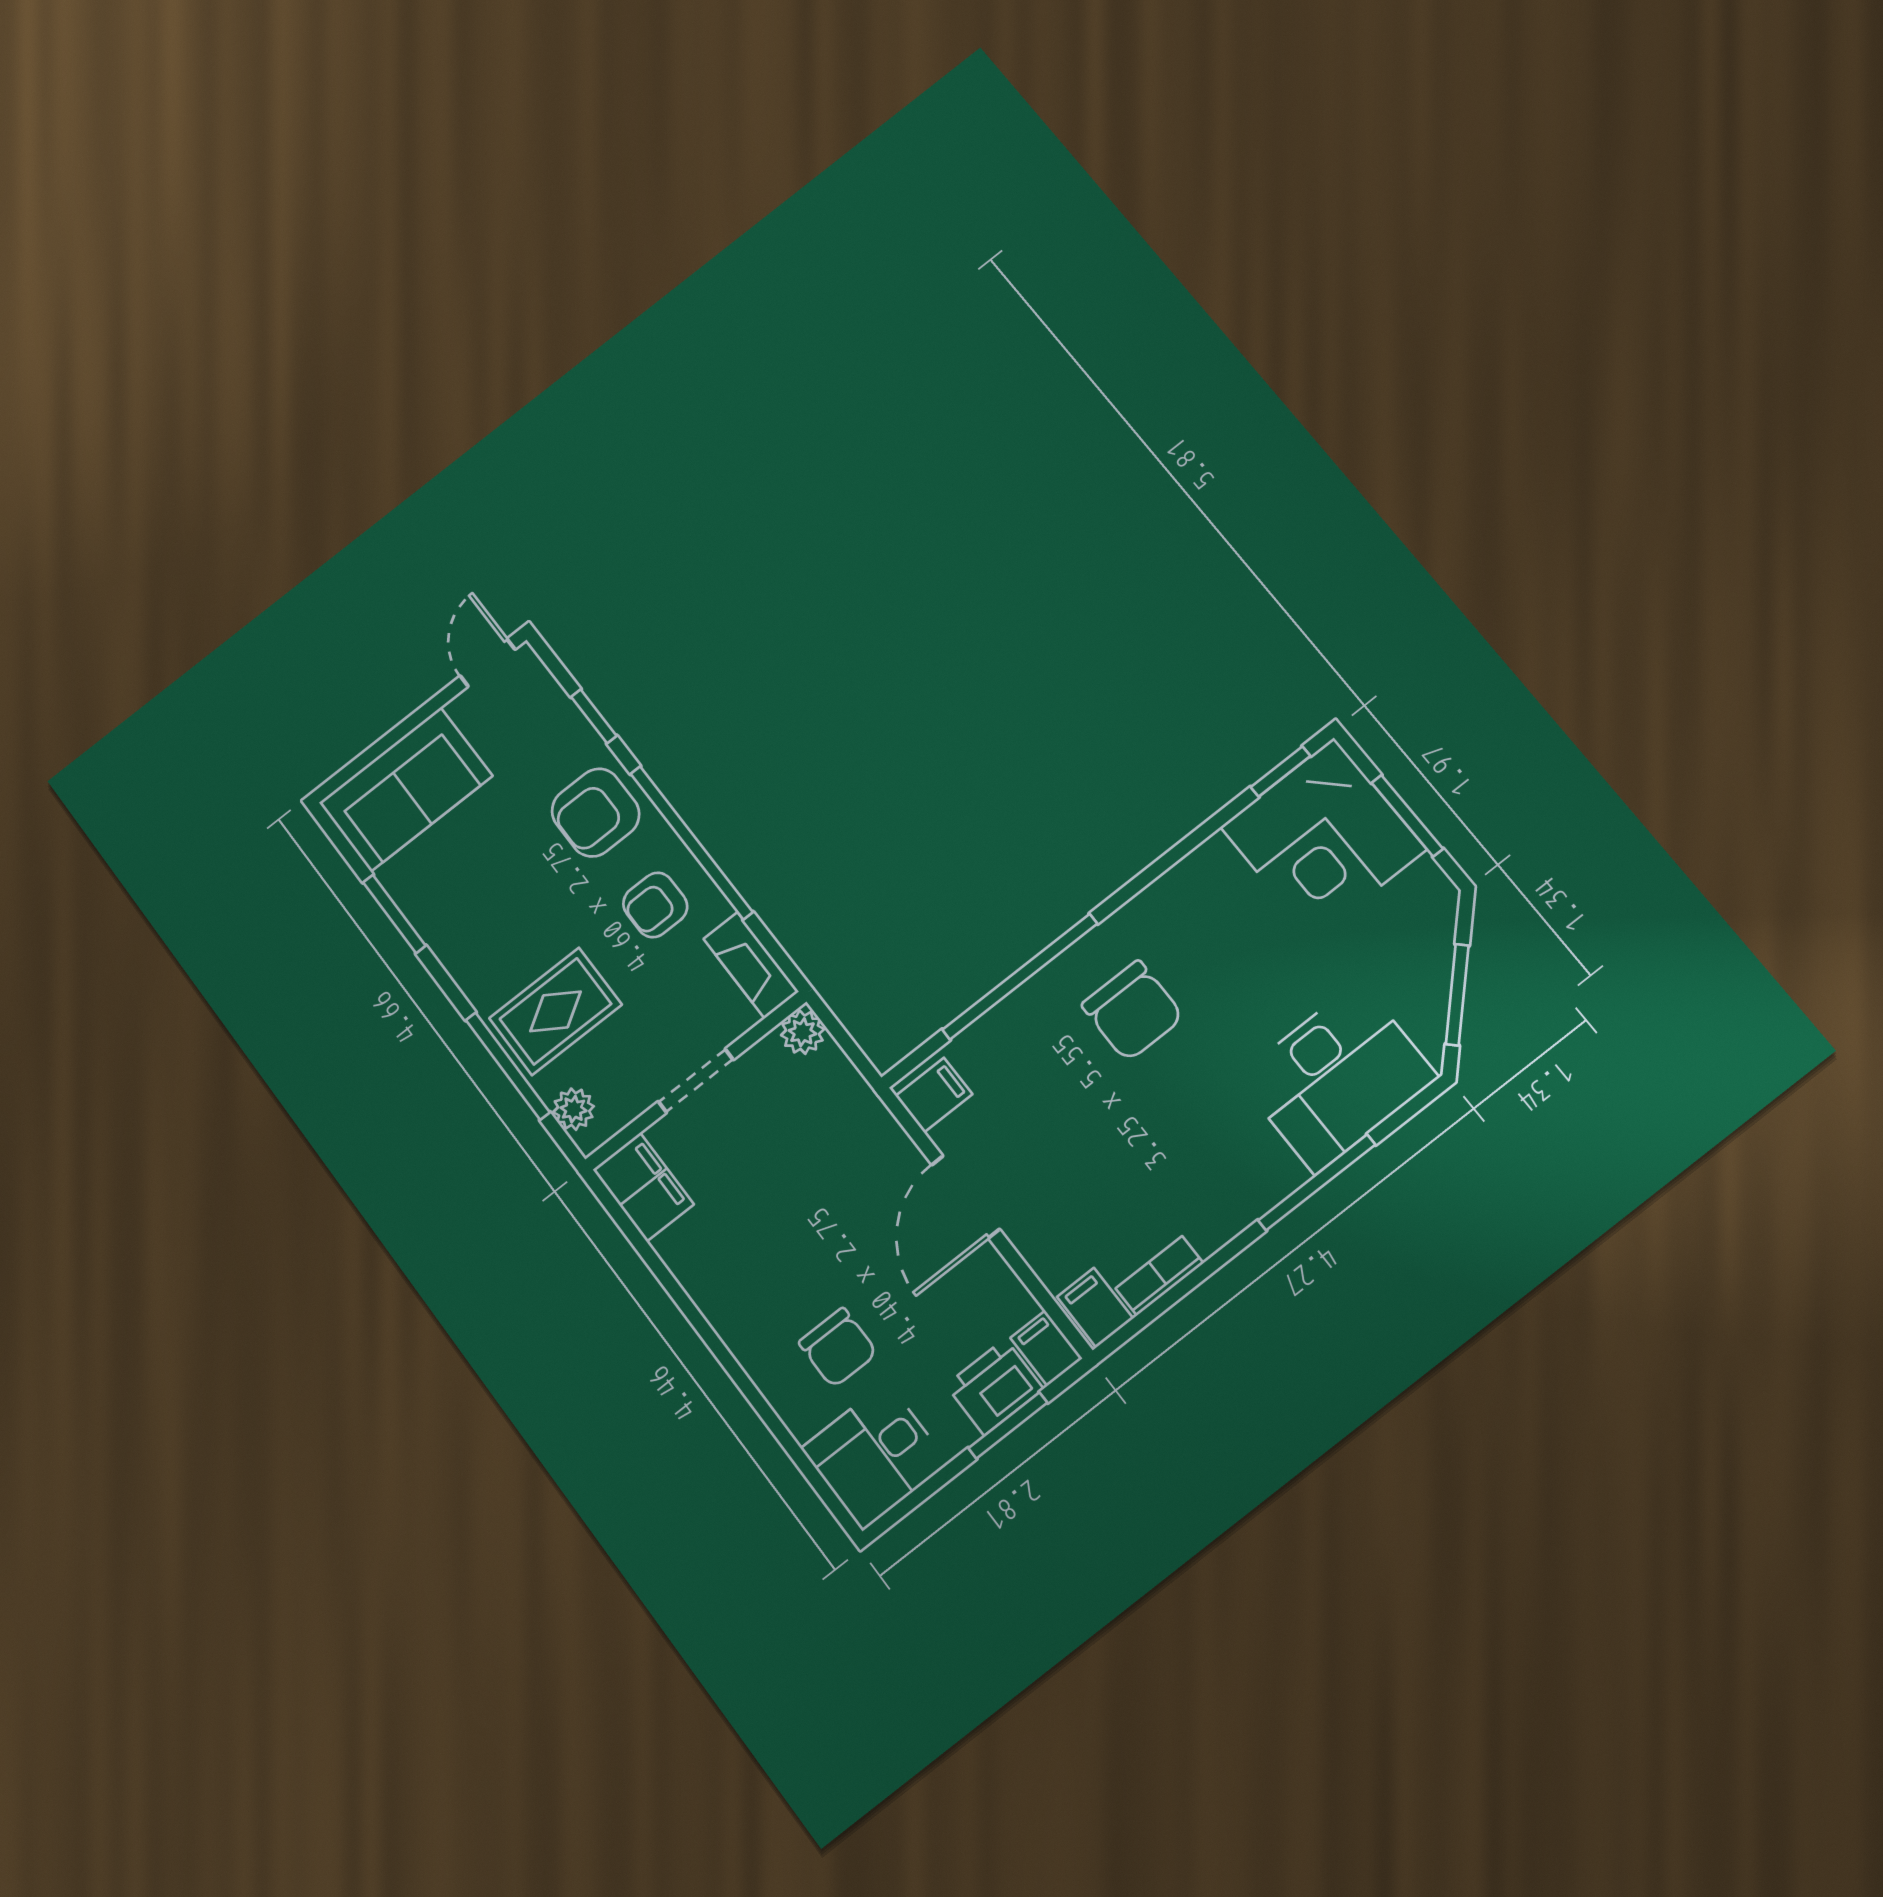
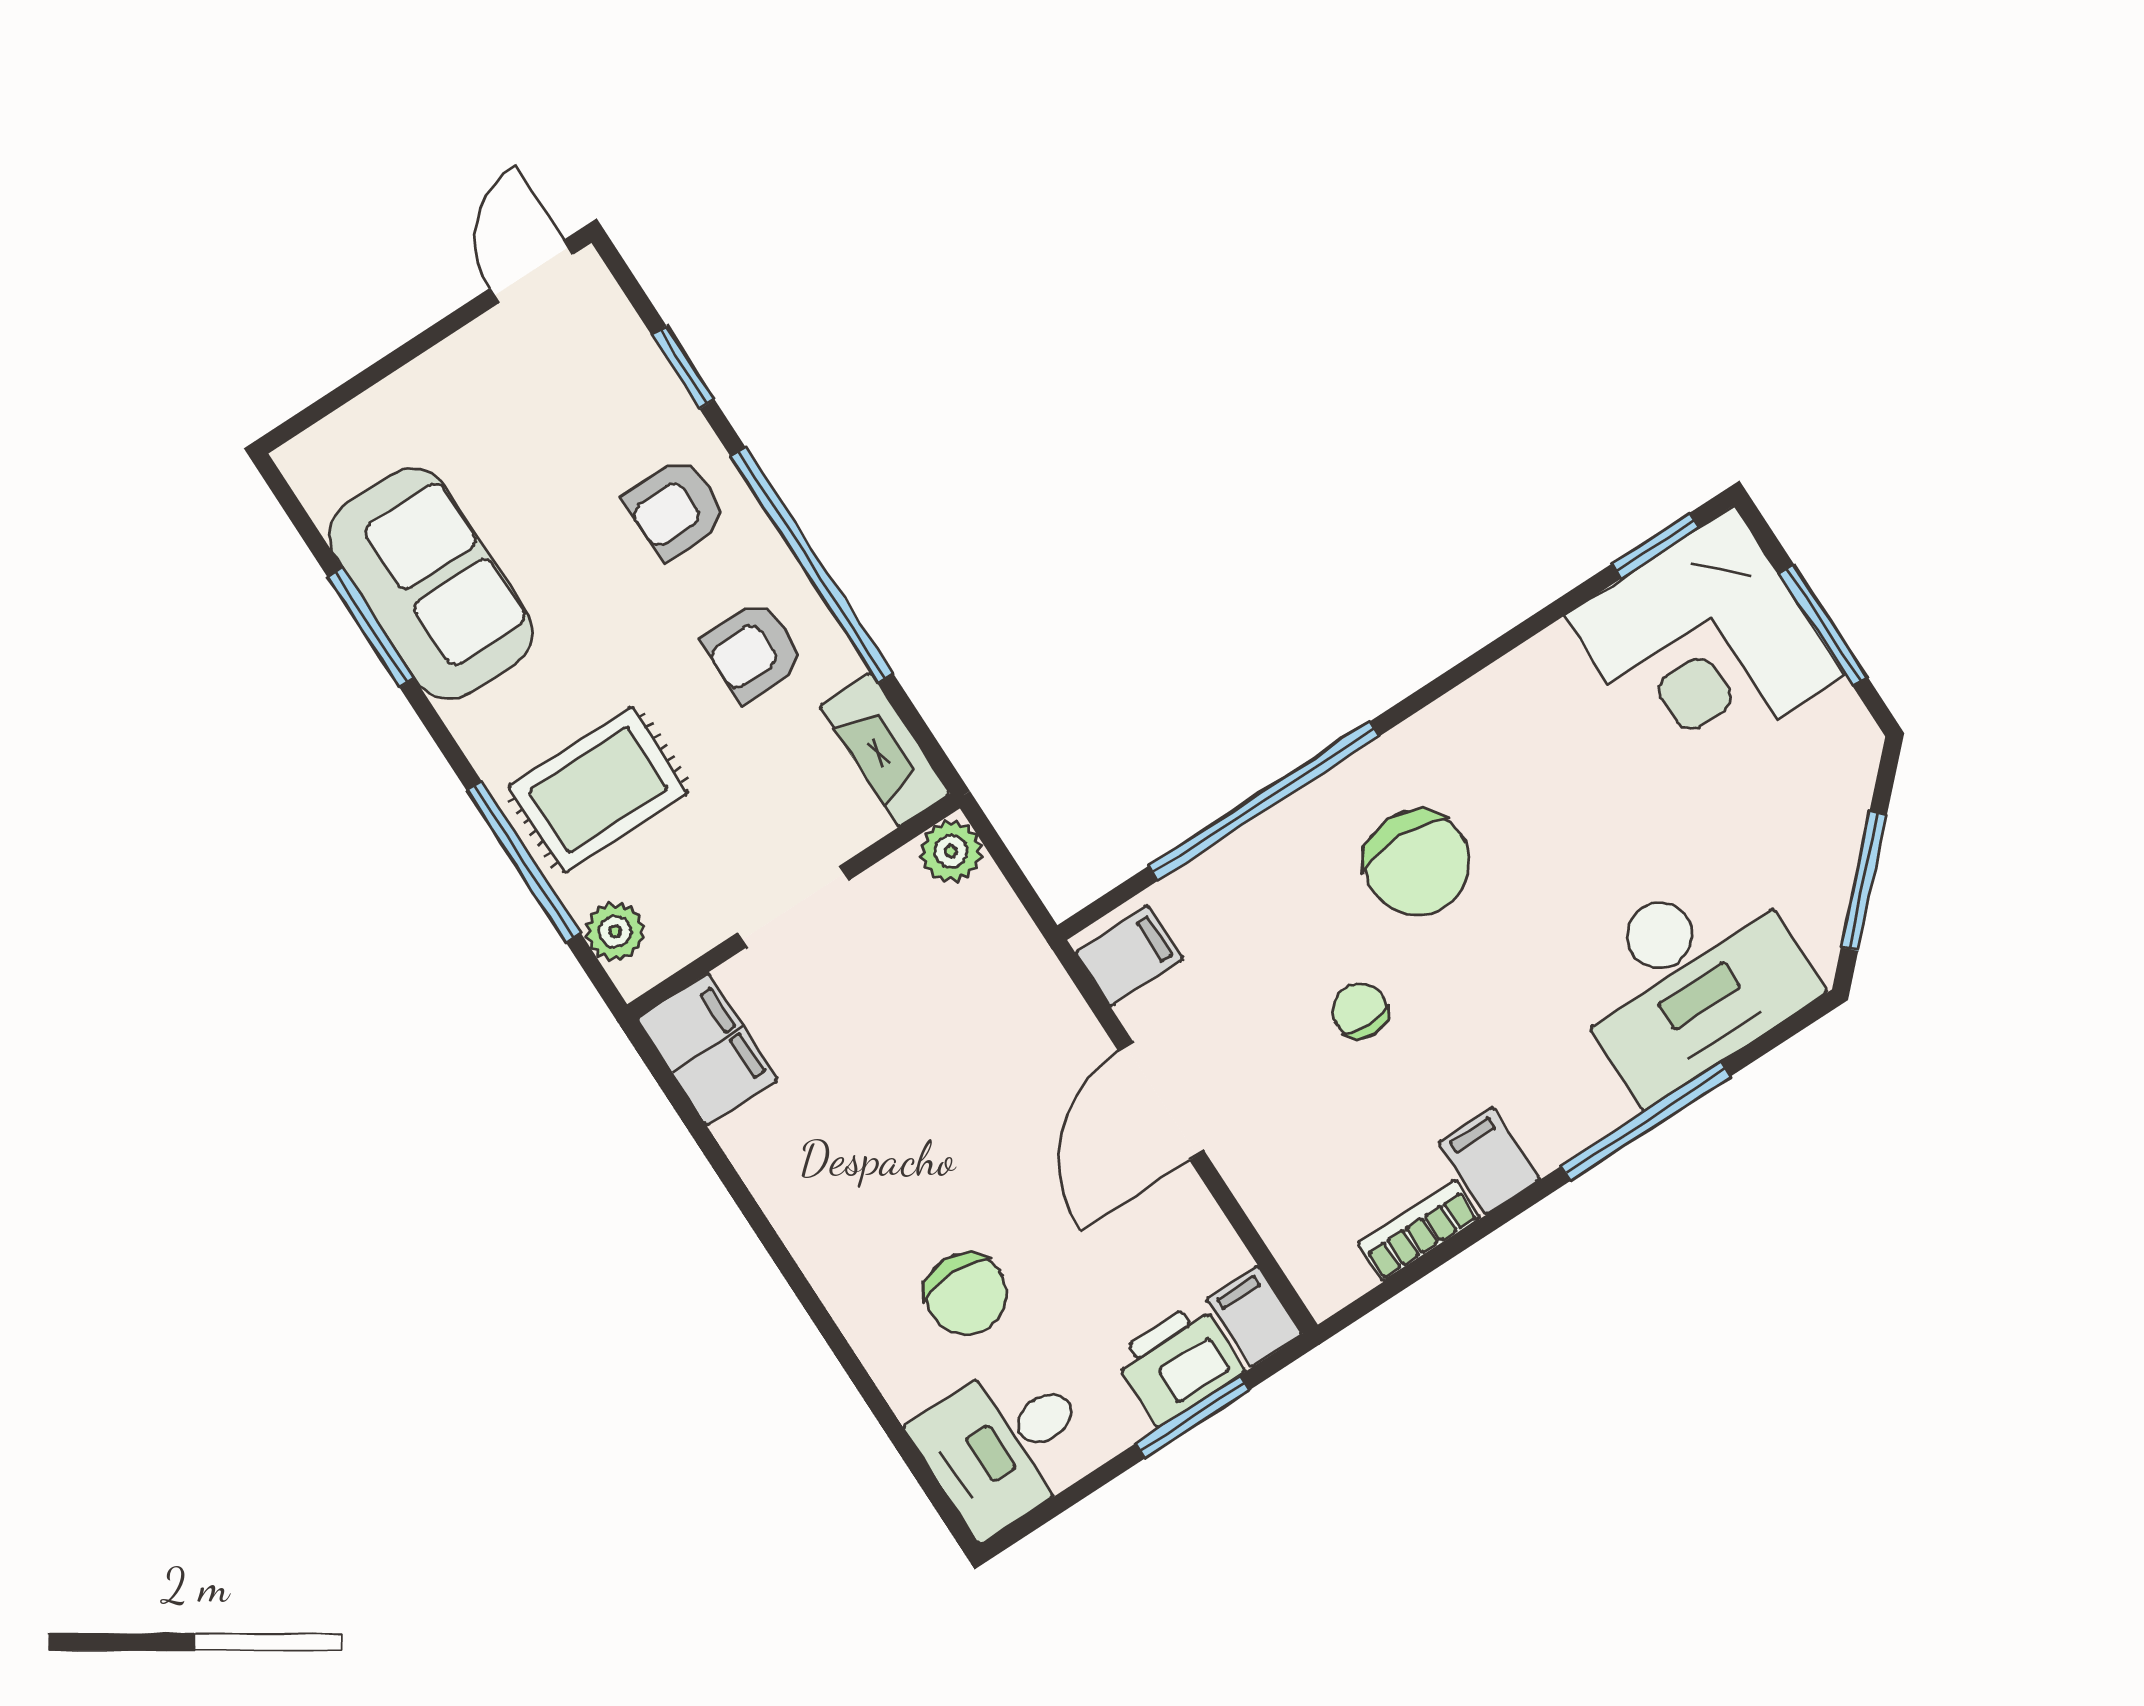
sofa: (406, 789) -> (431, 584), moved, turned -90
armchair: (596, 813) -> (676, 508), width x0.72, depth x0.72
chair: (1102, 1120) -> (1360, 1011), added
filing cabinet: (1095, 1308) -> (1489, 1161), moved

